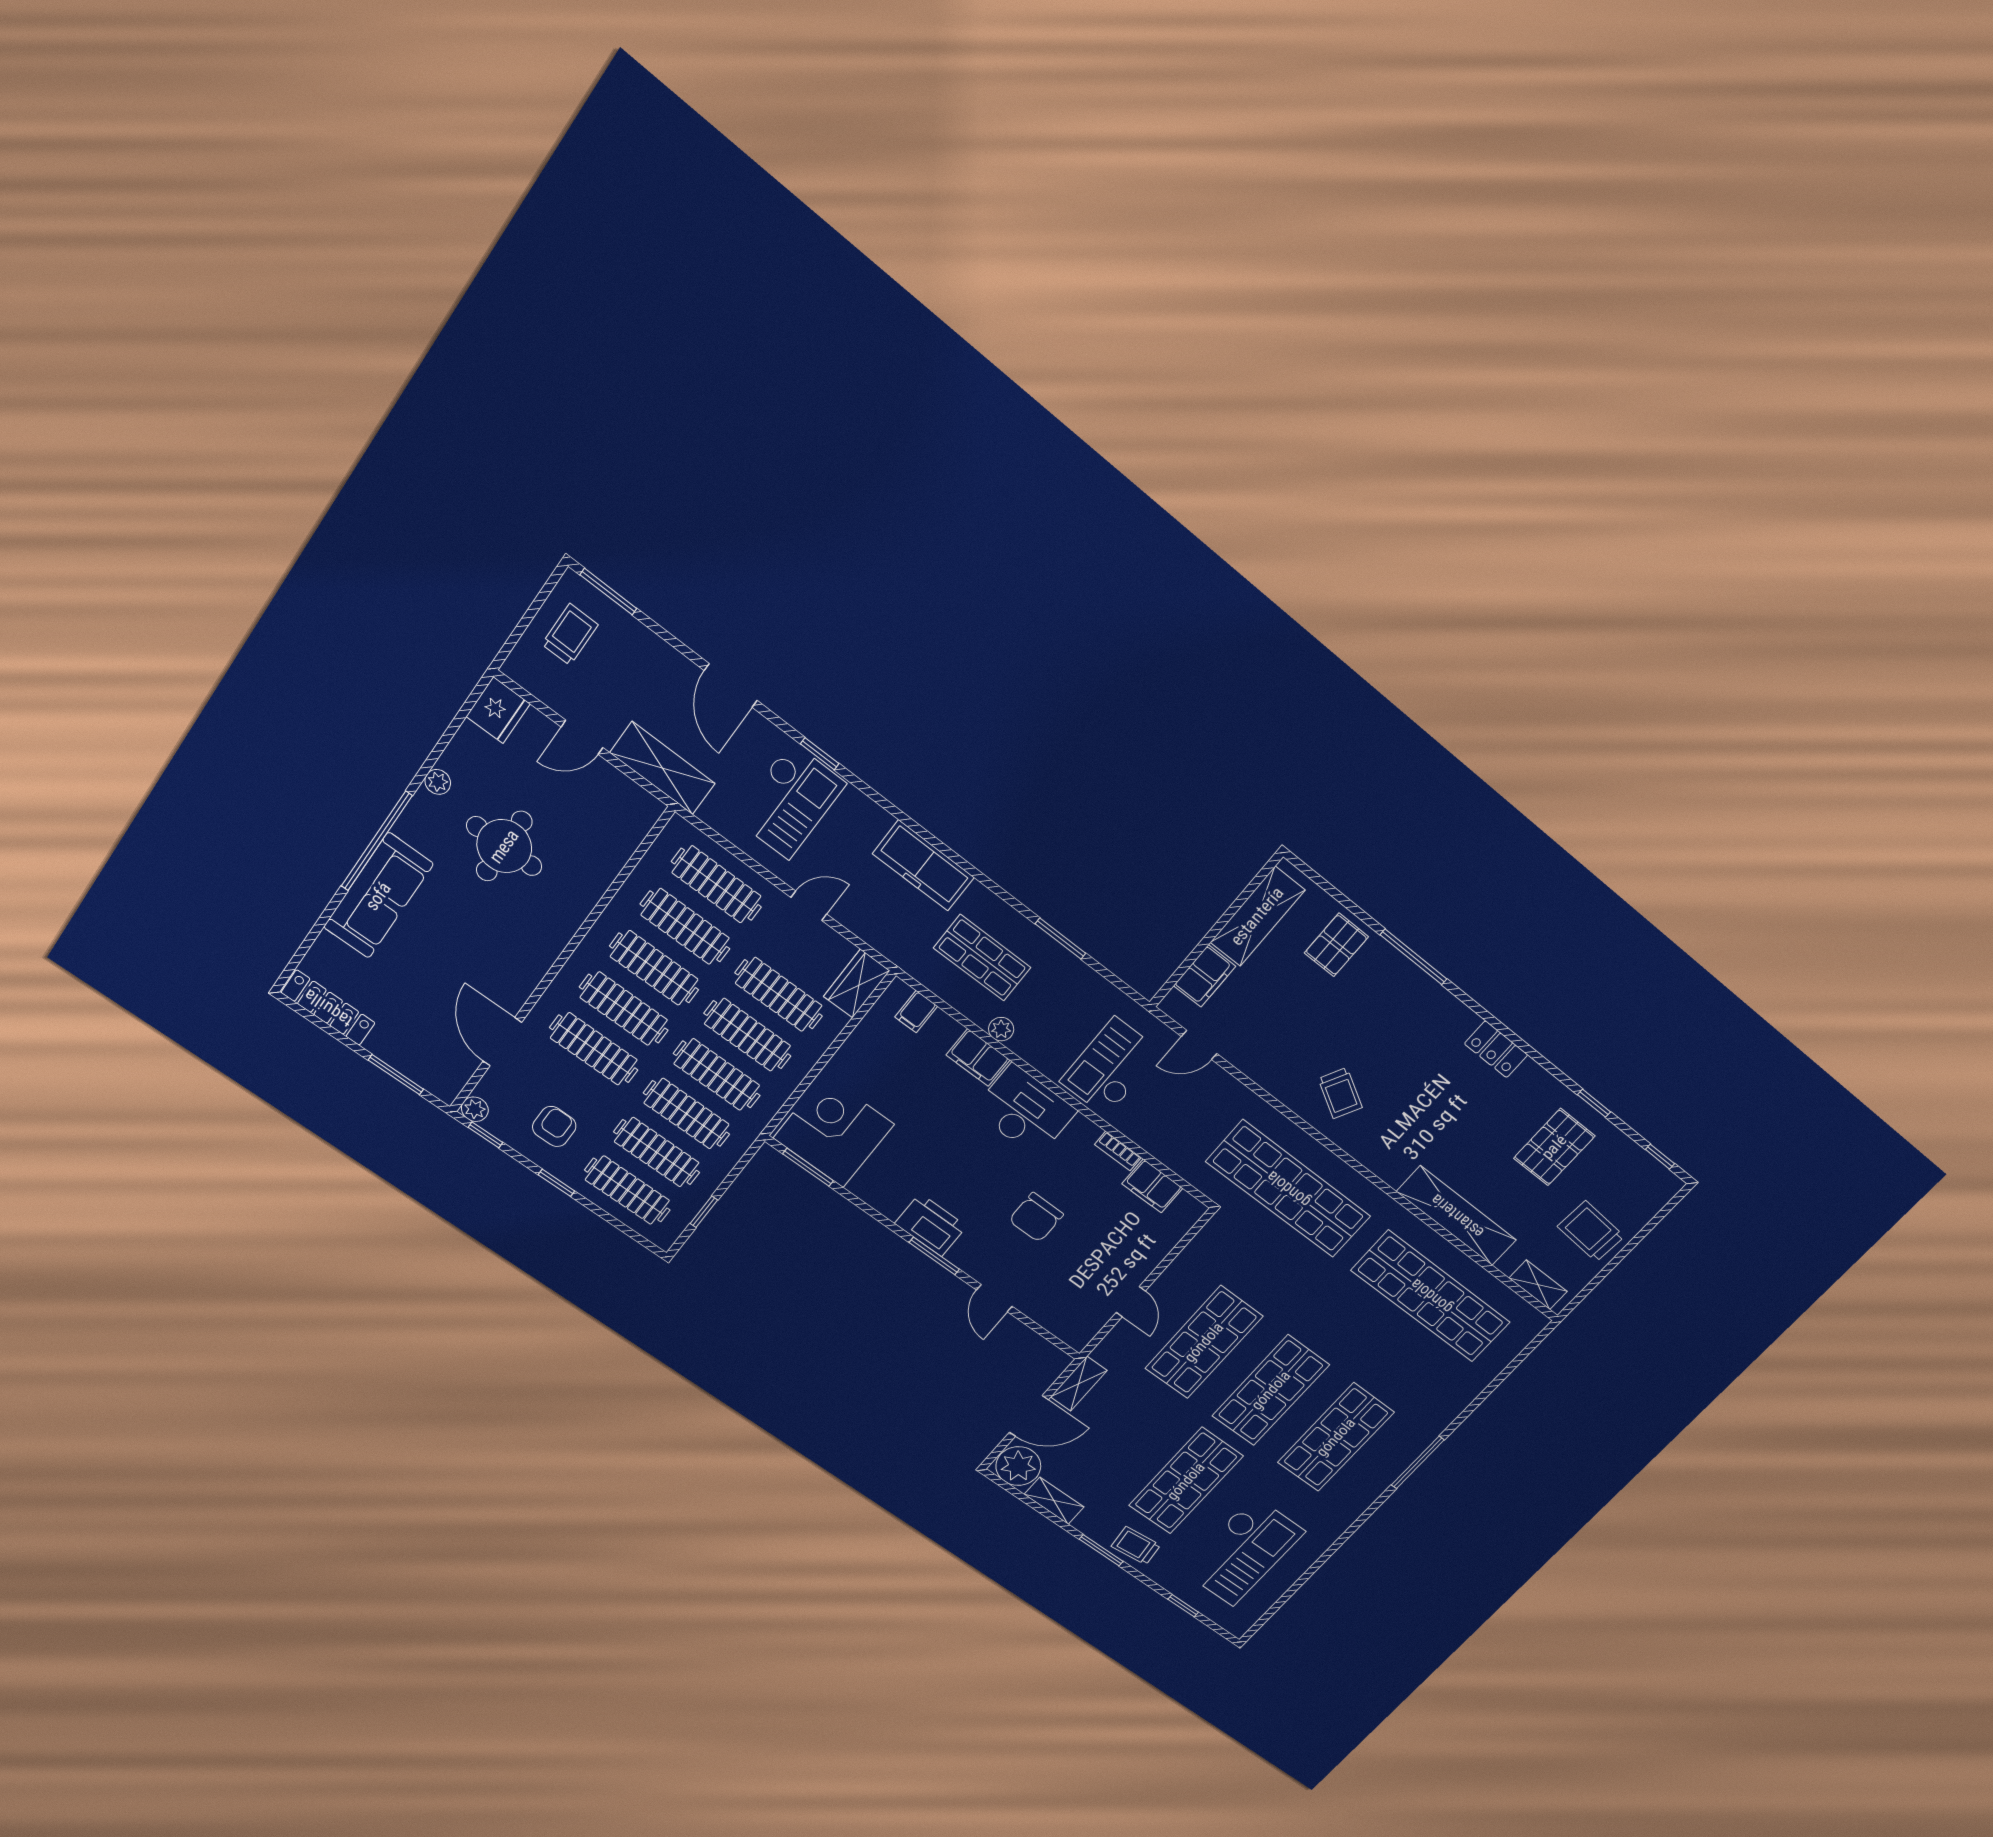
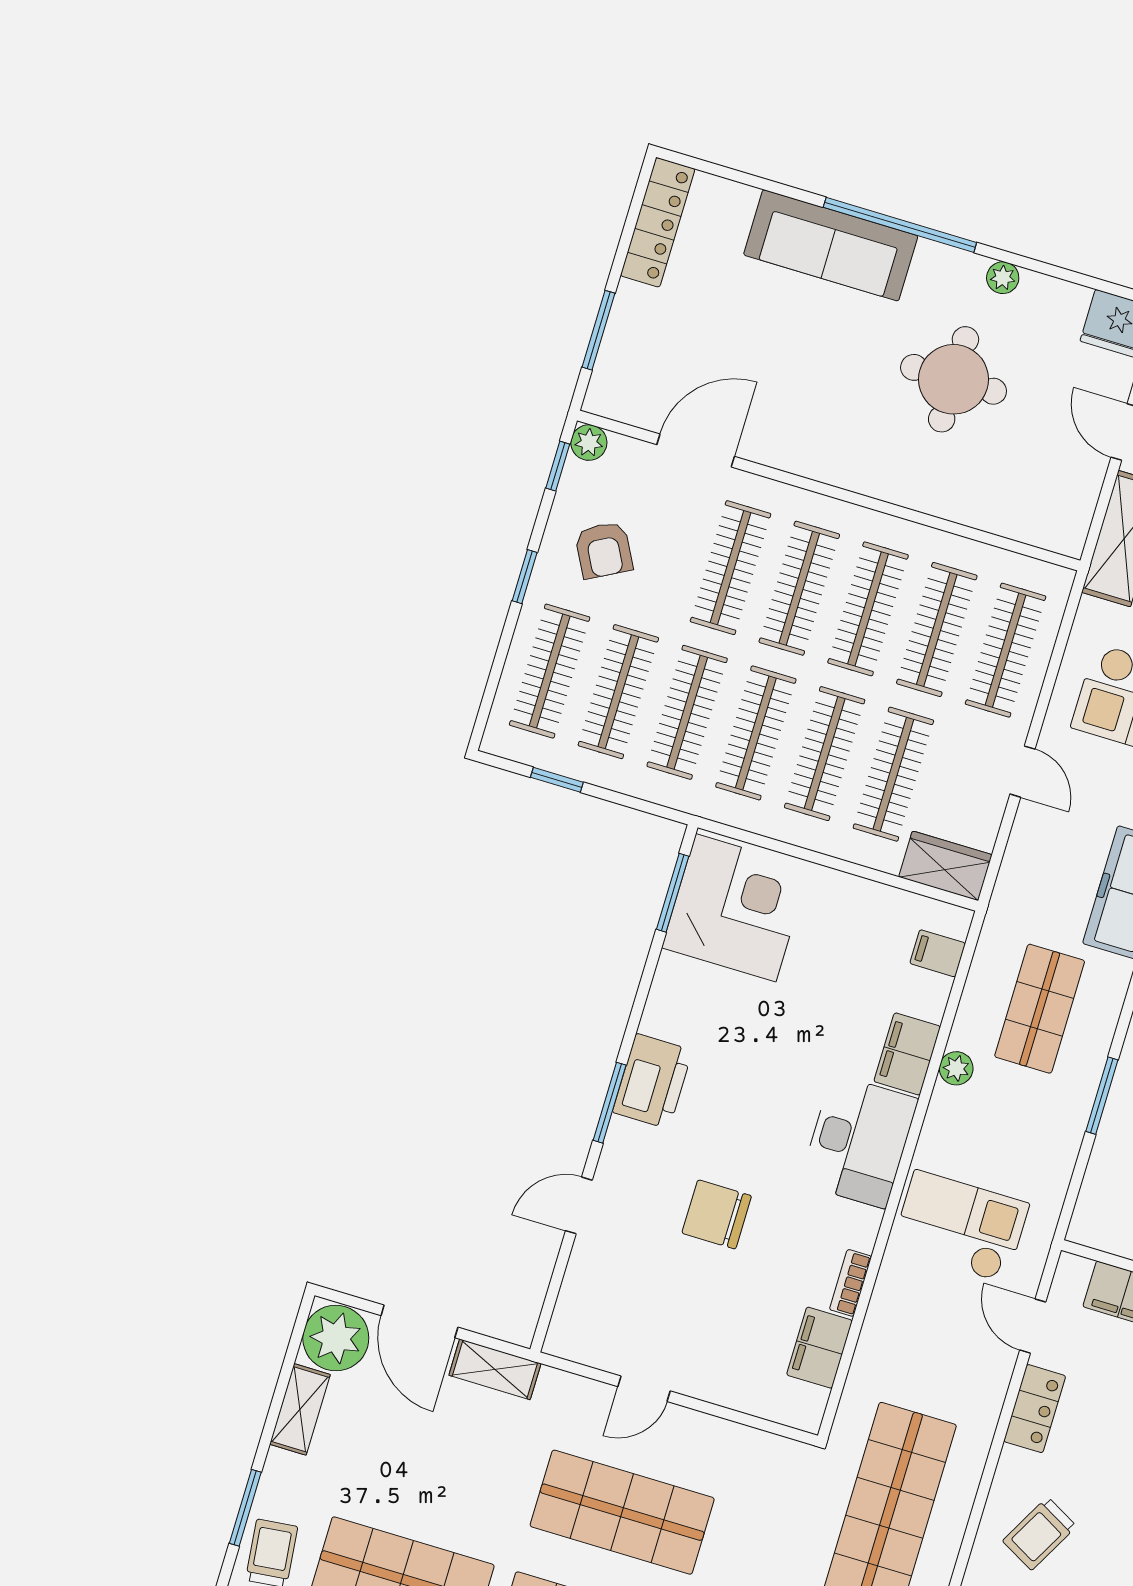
locker: (1255, 1065) -> (1035, 1409), added
armchair: (554, 1126) -> (604, 550), turned 62

